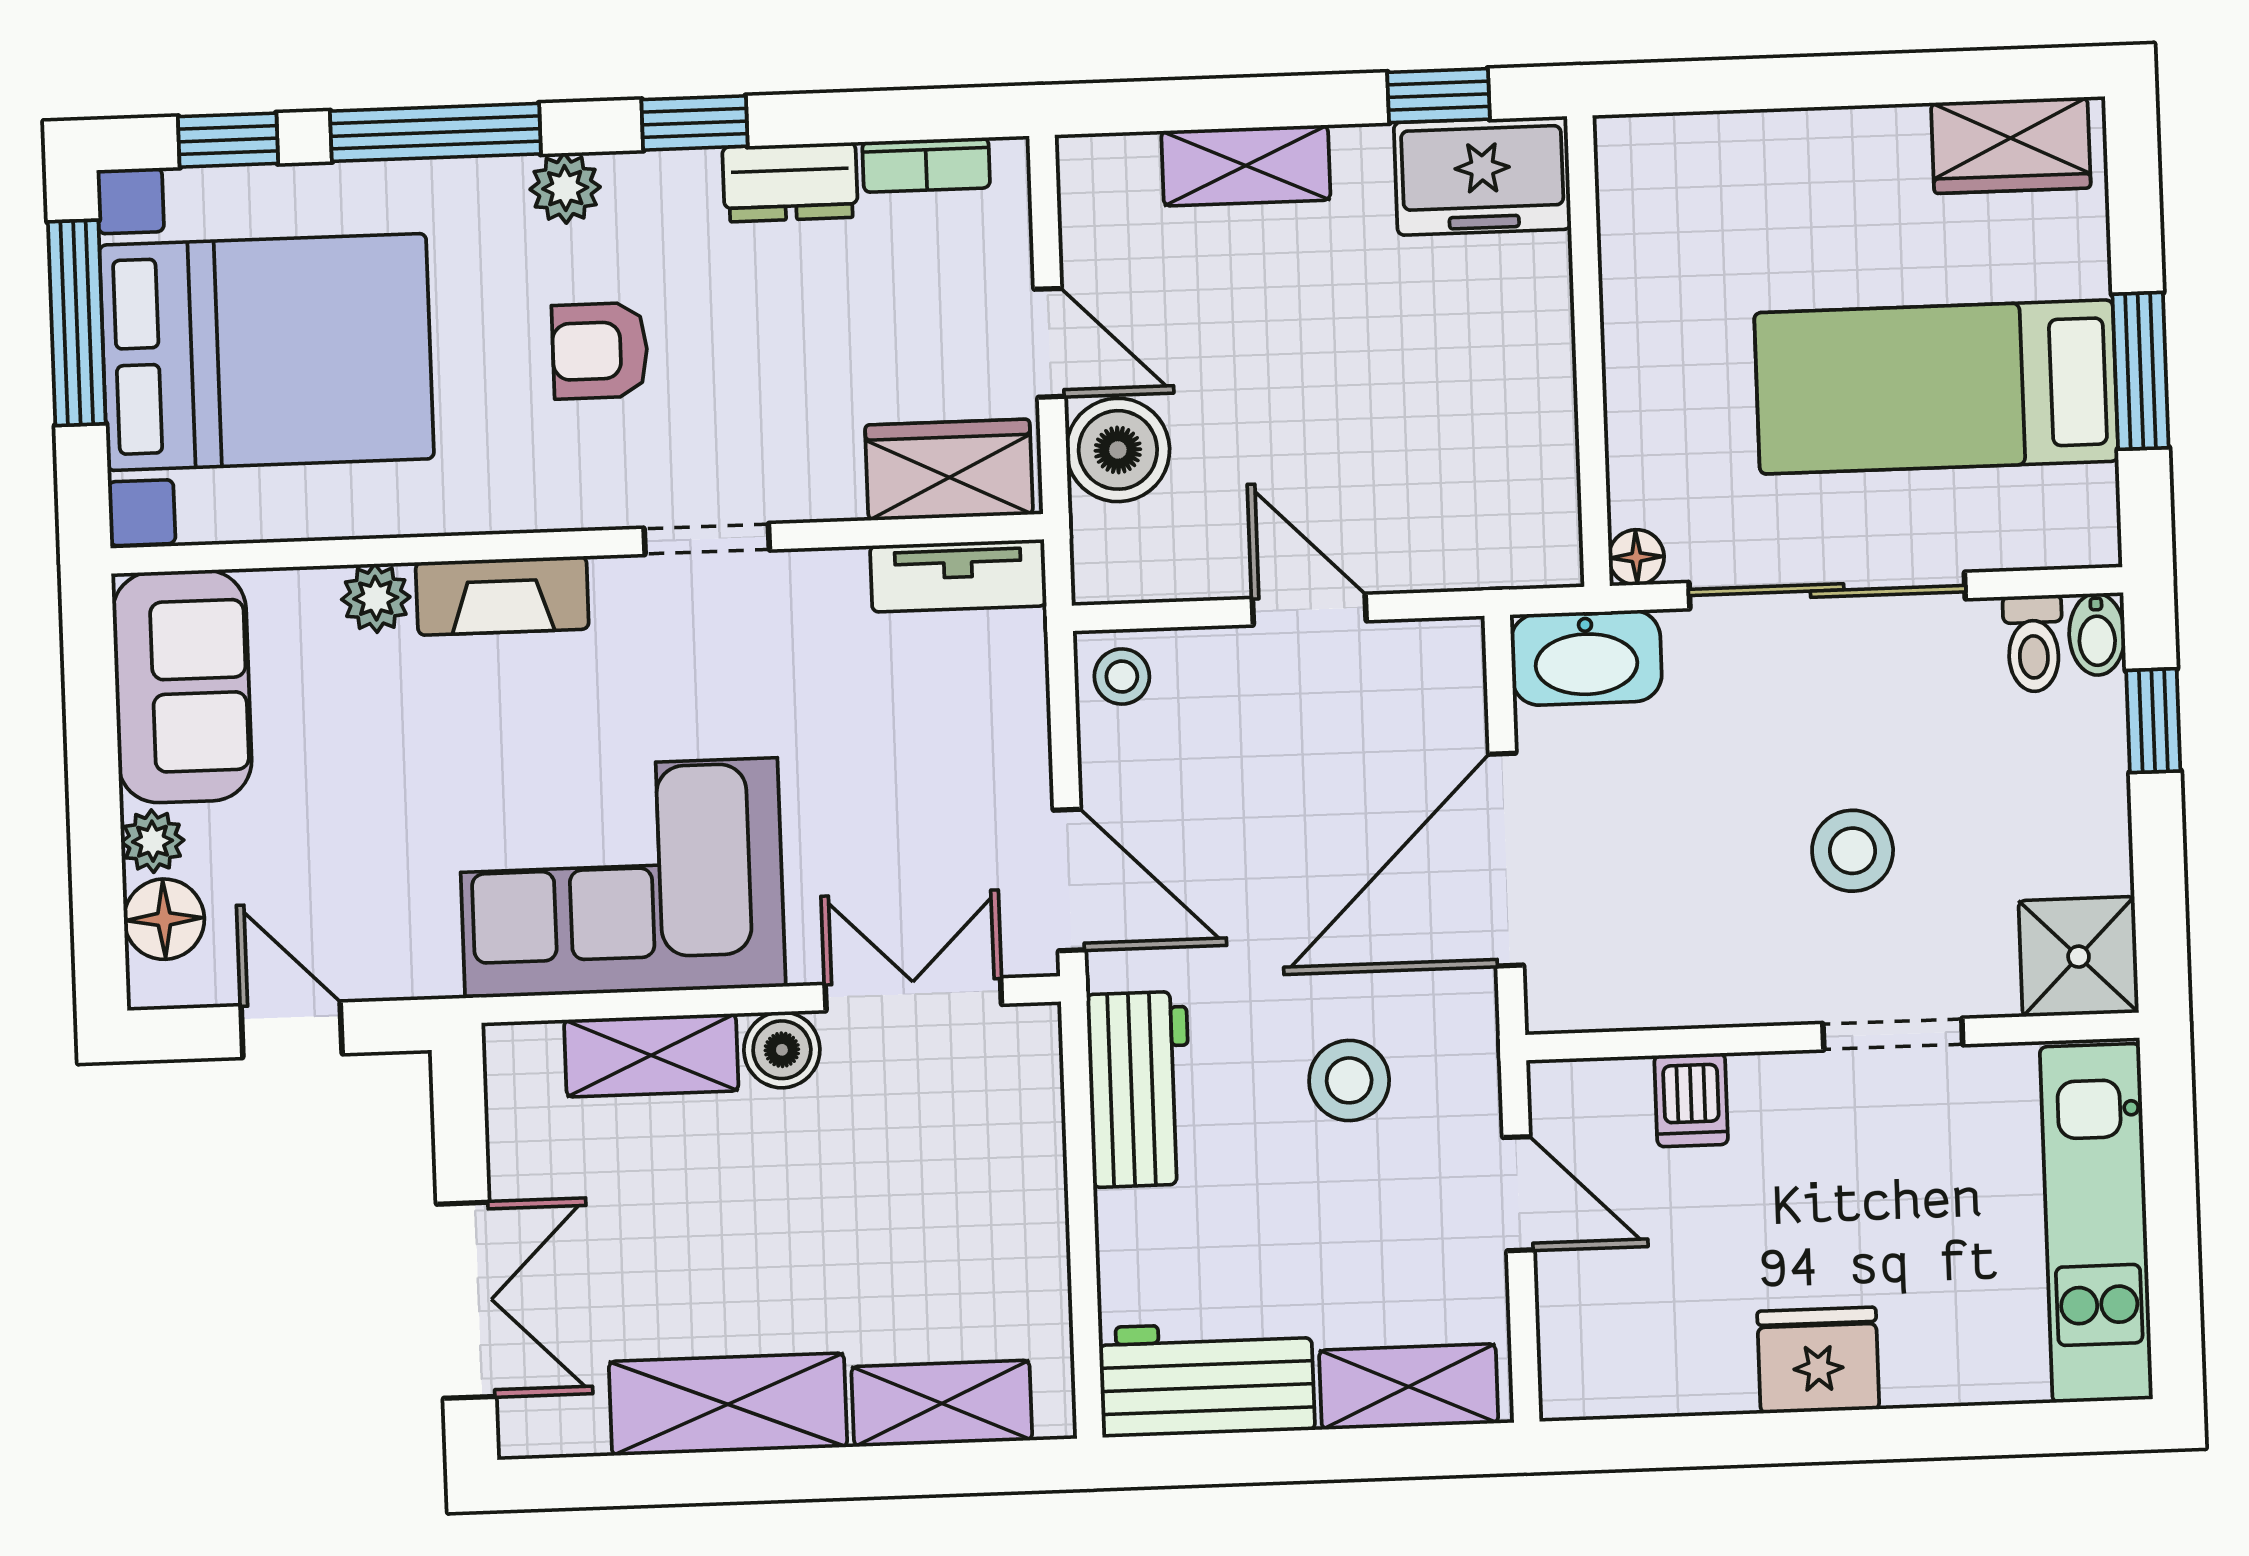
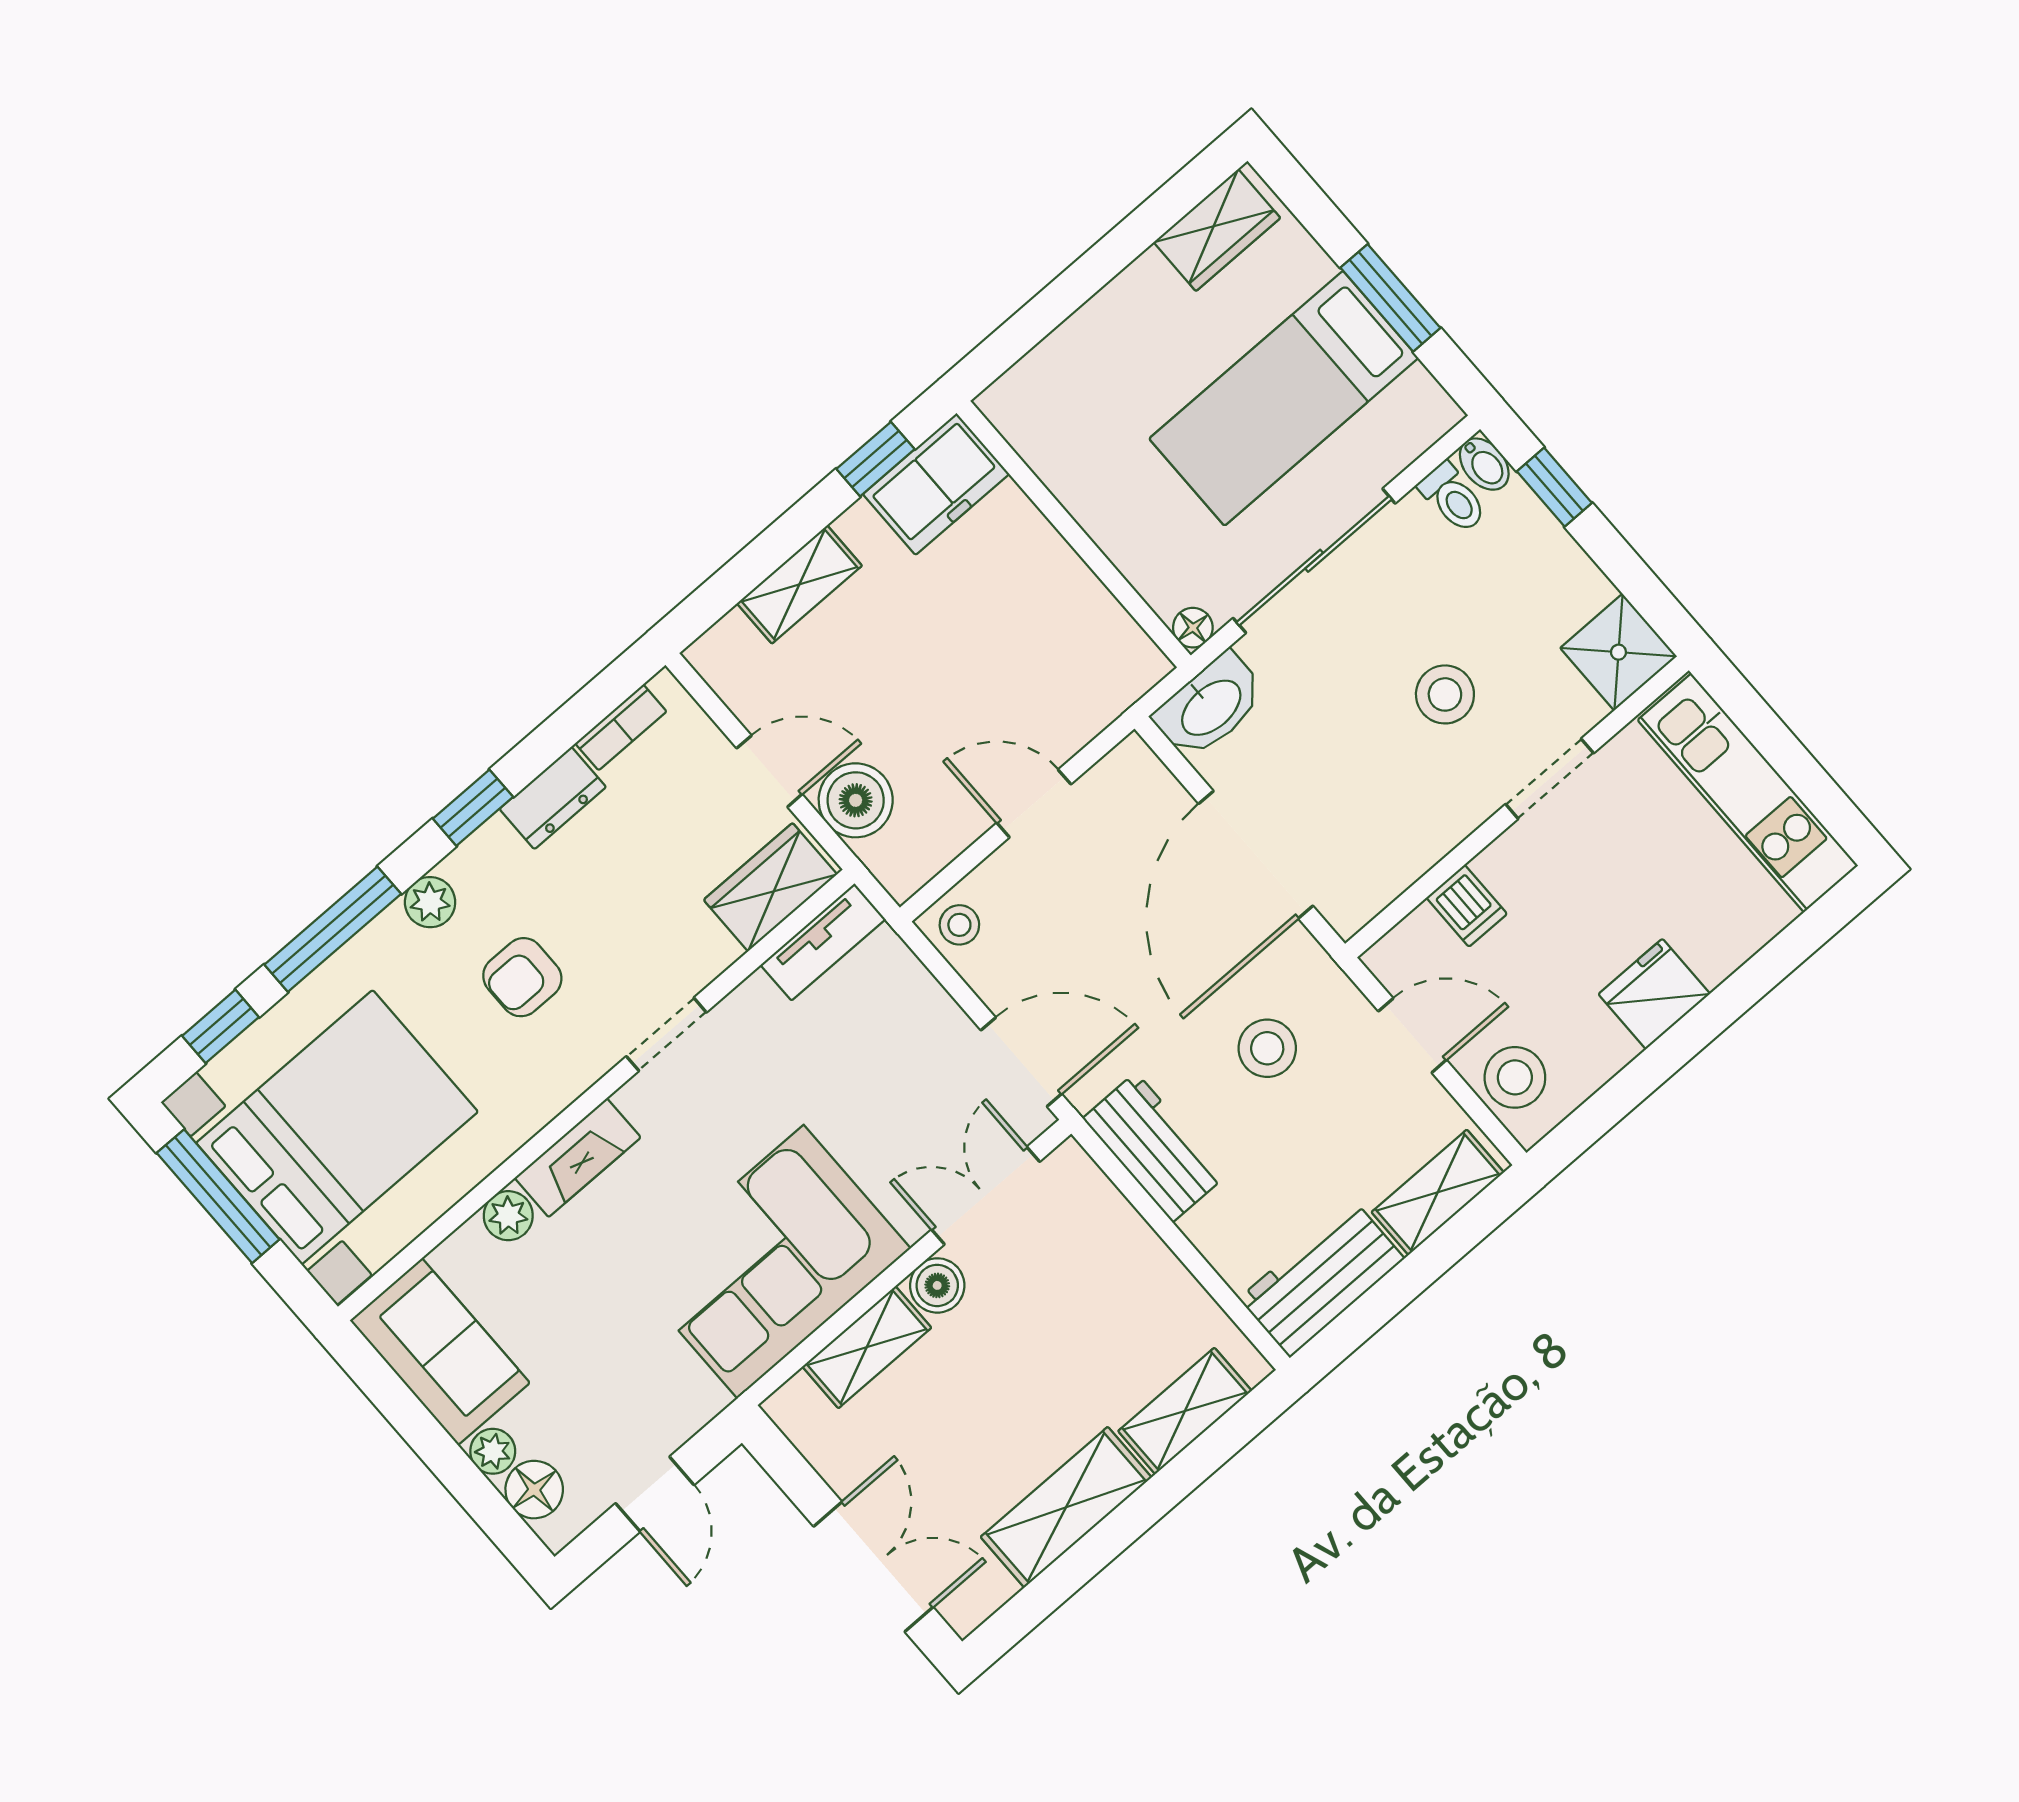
door: (292, 1030) -> (655, 1494), swing flipped
stool: (1593, 1329) -> (1515, 1077), added

